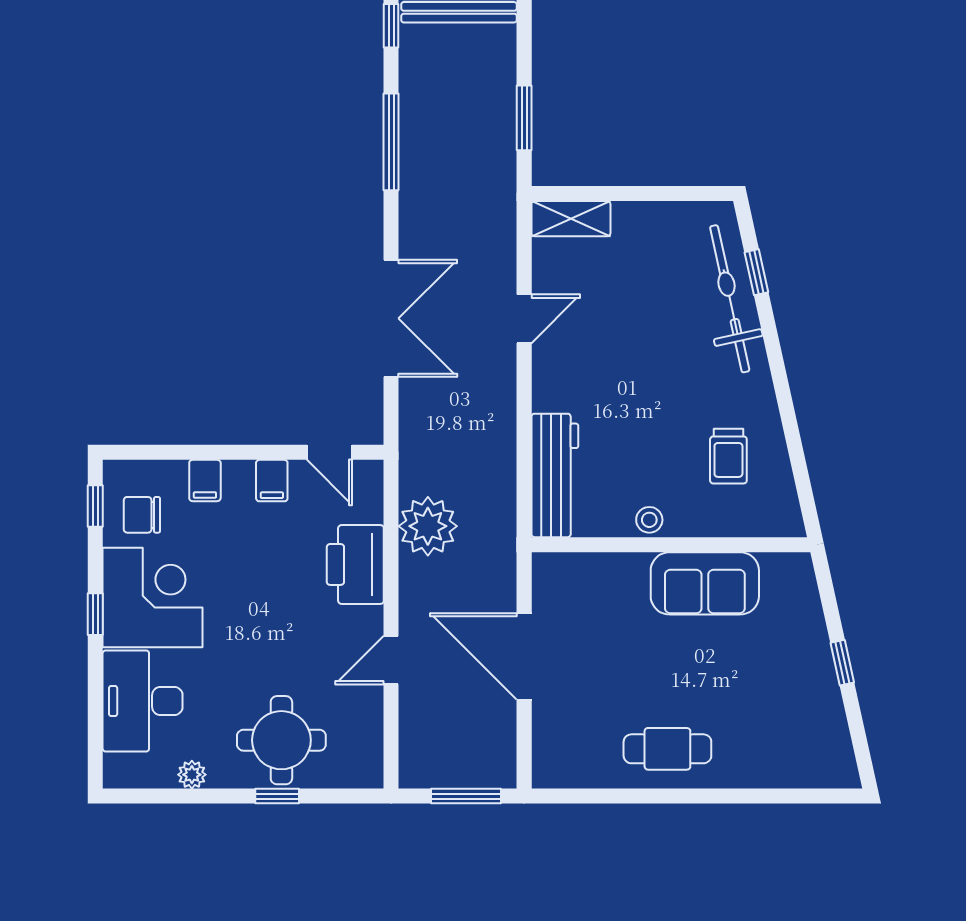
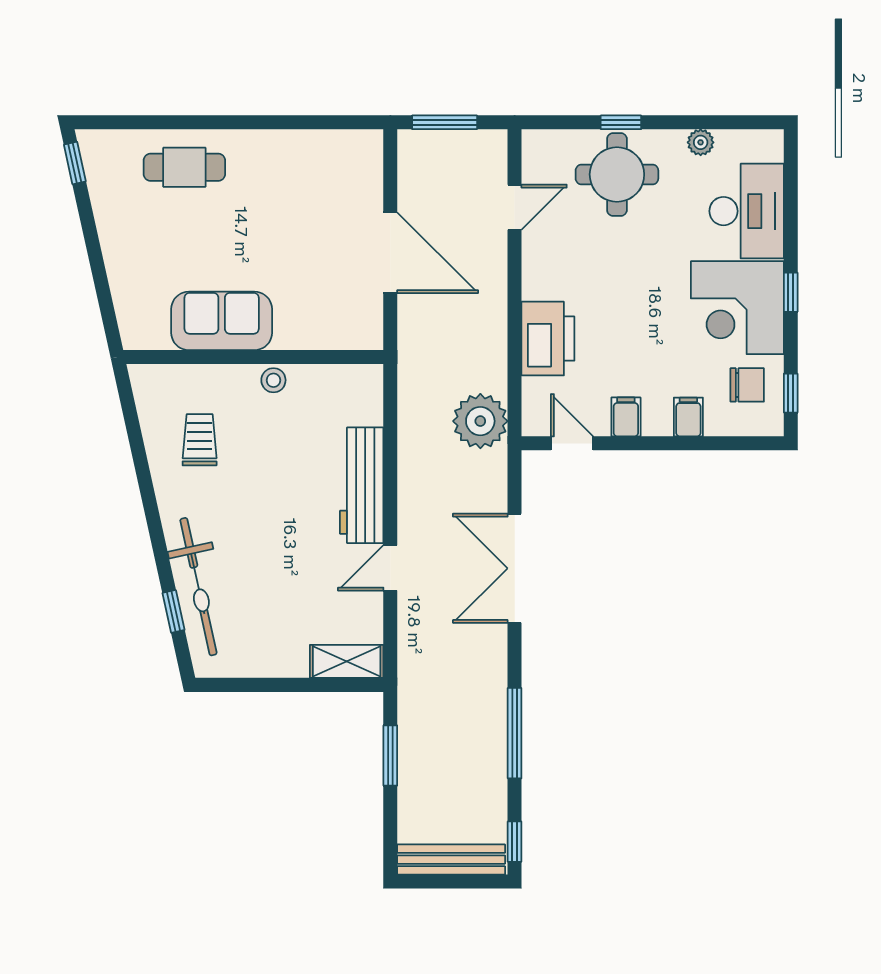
workbench: (555, 475) -> (362, 485), moved
plant: (428, 526) -> (480, 421), moved
door: (391, 660) -> (515, 207), moved
window: (842, 663) -> (75, 163), moved
cafe table: (667, 749) -> (184, 167), moved

